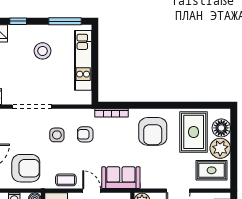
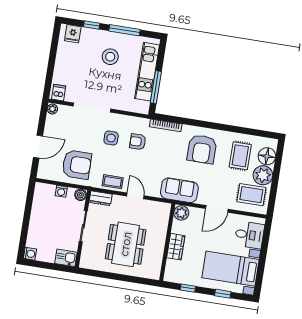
window: (65, 21) -> (124, 30), moved
window: (95, 75) -> (156, 87), added
rug: (194, 132) -> (240, 156), width x0.73, depth x0.70
sofa: (121, 178) -> (179, 190), moved

